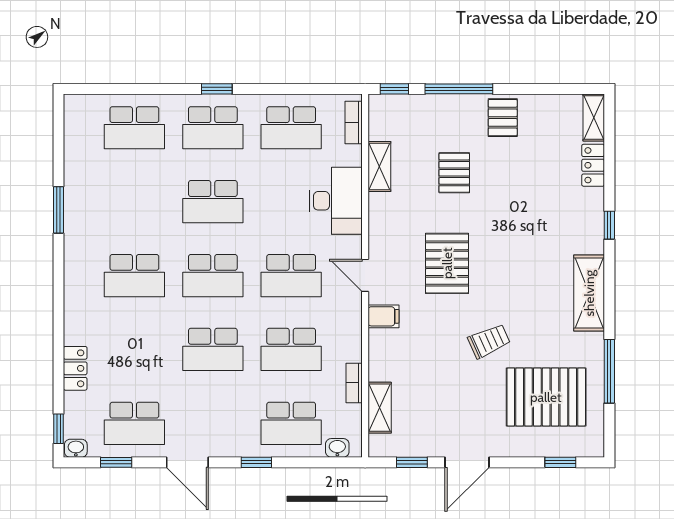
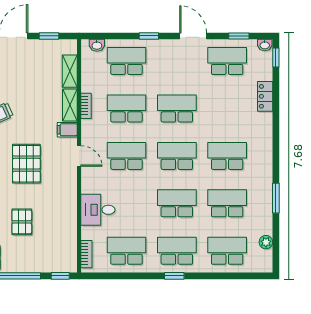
plant: (74, 141) -> (266, 242), added
shelving: (379, 166) -> (70, 105), moved
desk: (336, 201) -> (98, 210), width x0.73
school desk: (134, 202) -> (227, 203), added
bookcase: (354, 383) -> (86, 106), moved

